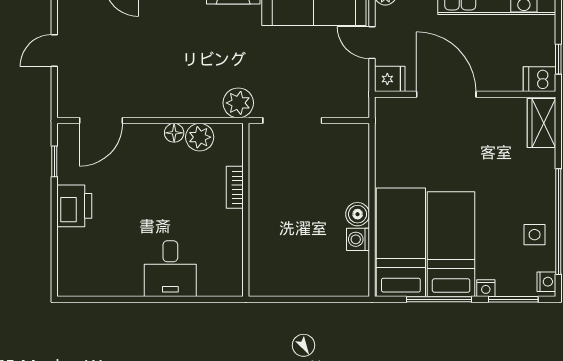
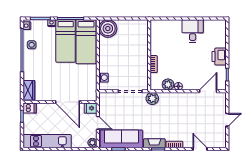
boiler: (358, 214) -> (108, 29), moved, width x1.86, depth x1.86
washing machine: (358, 239) -> (104, 78), moved
desk: (170, 269) -> (193, 31), moved

